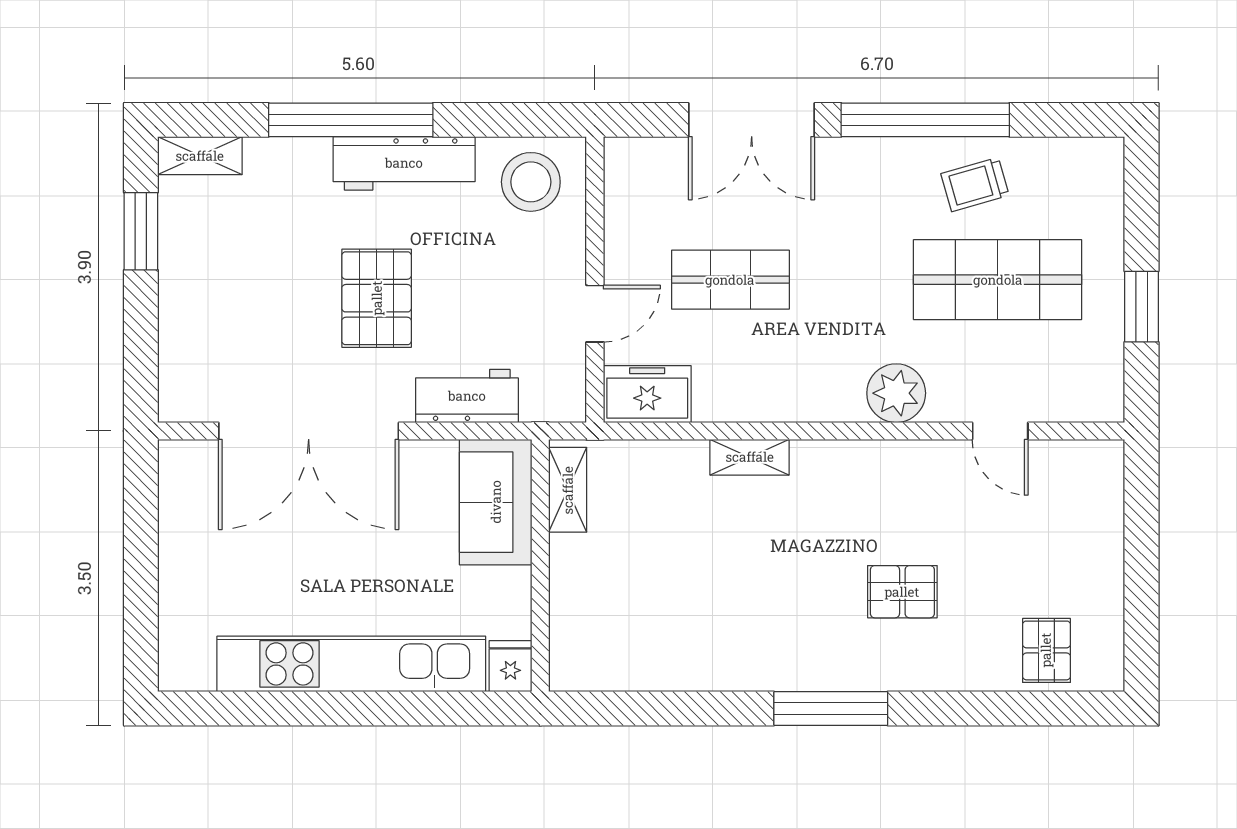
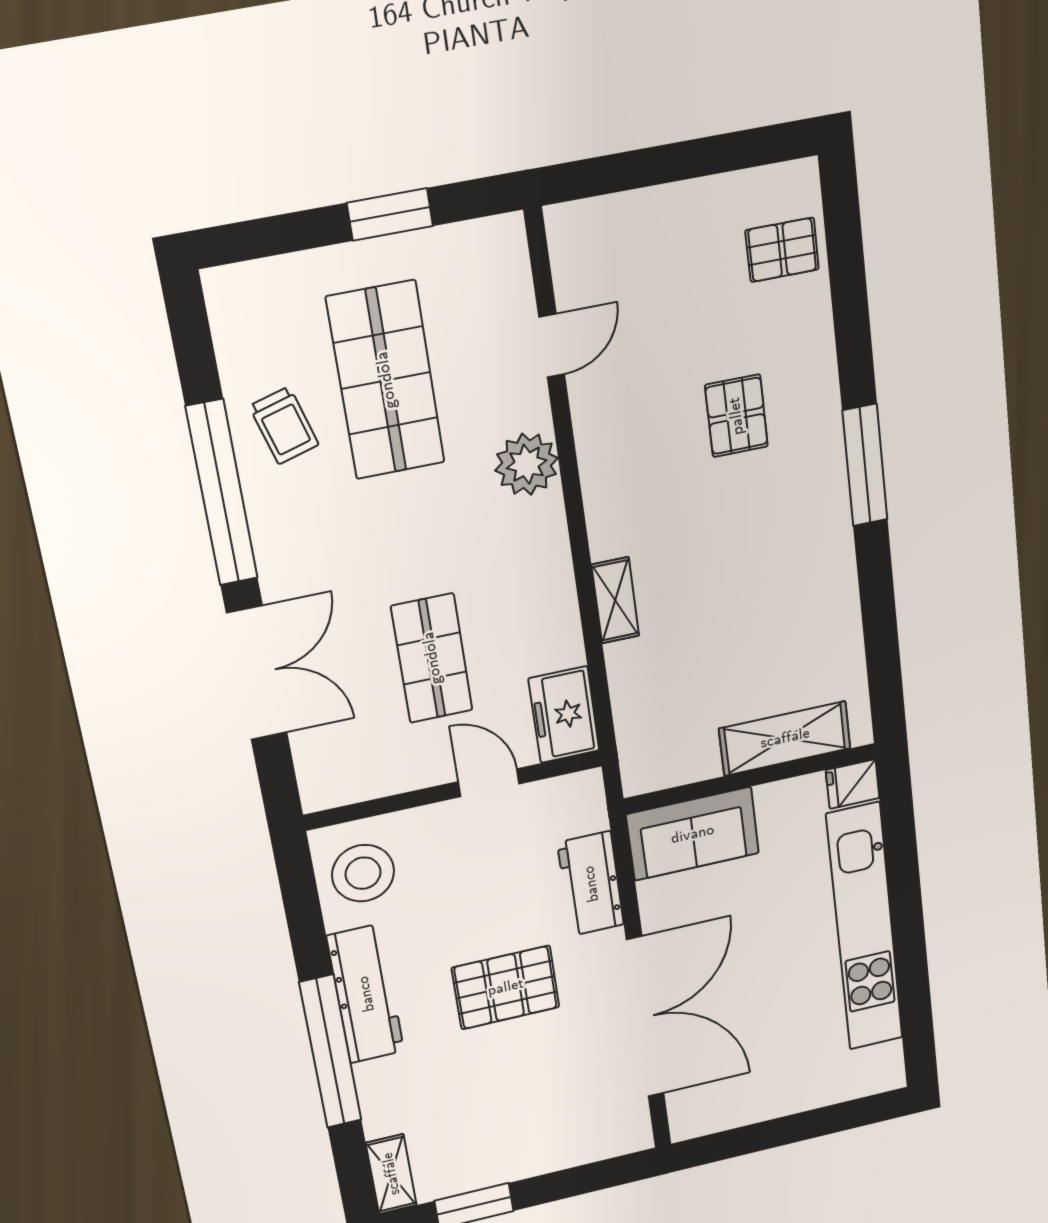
shelving: (568, 490) -> (785, 738), moved, width x1.50, depth x1.33

